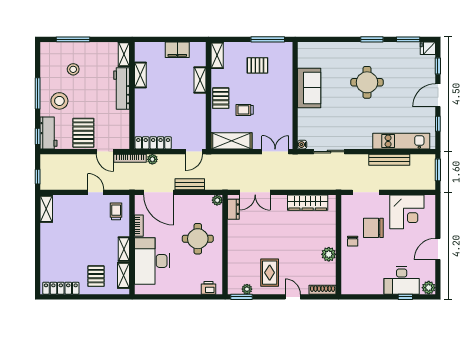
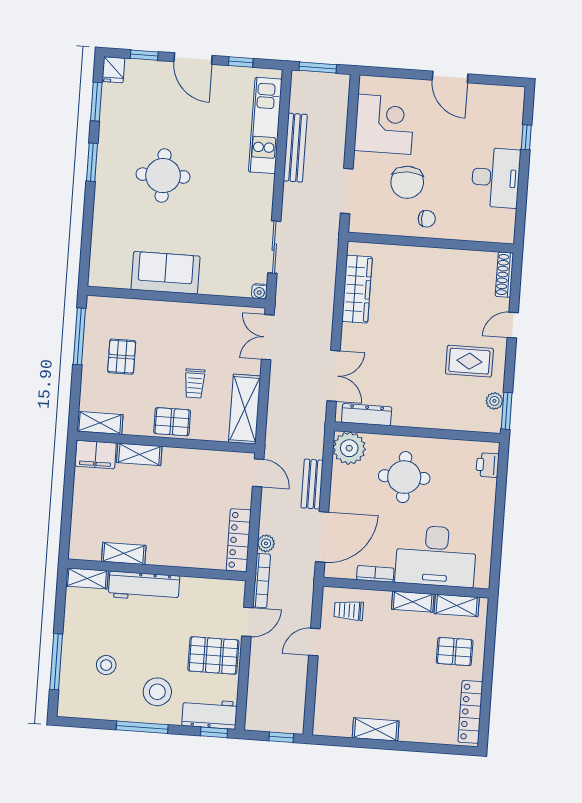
filing cabinet: (177, 50) -> (96, 454), moved, turned 90
plant: (217, 200) -> (349, 448), width x1.88, depth x1.88
shelving: (46, 209) -> (376, 729), moved
dresser: (233, 209) -> (367, 415), width x1.44
plant: (329, 254) -> (446, 260), removed
desk: (402, 280) -> (496, 178), moved
plant: (429, 288) -> (514, 97), removed

